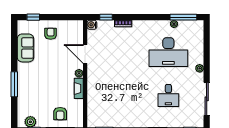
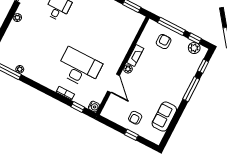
window: (33, 17) -> (132, 135), moved
desk: (168, 52) -> (79, 68), moved
window: (14, 110) -> (203, 66), added

